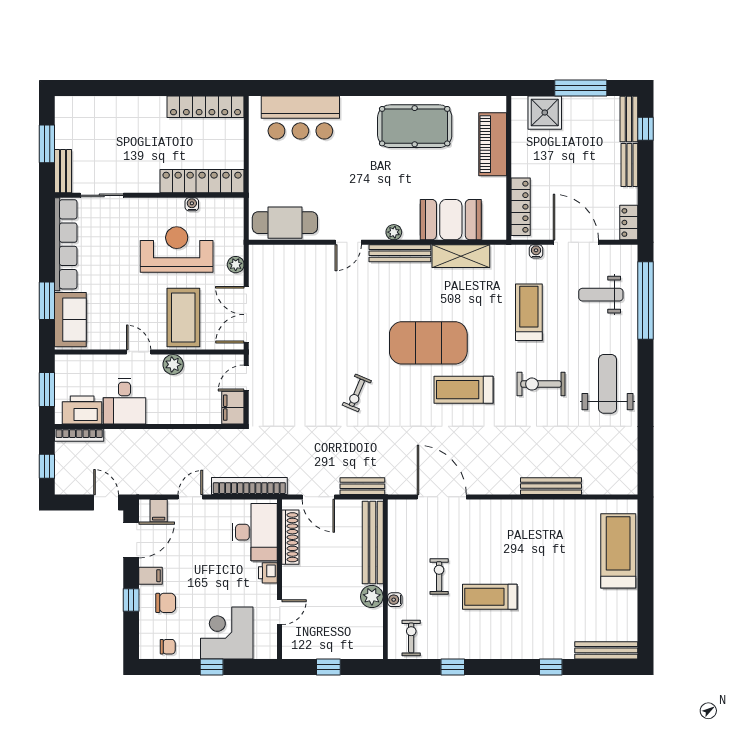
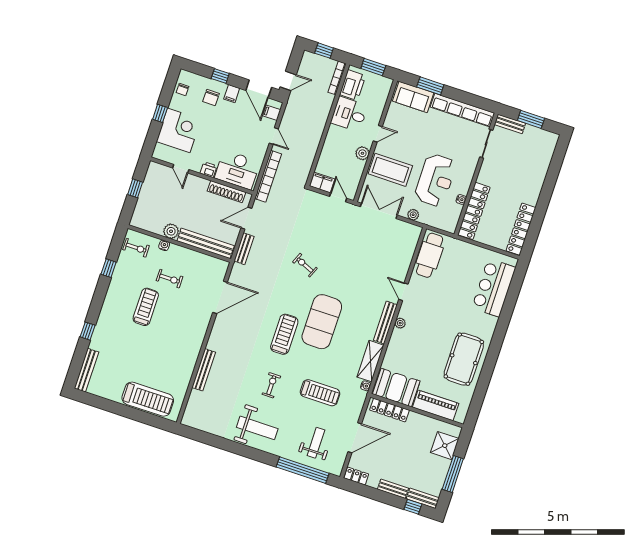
booth: (451, 220) -> (396, 388), moved, turned 90
water cooler: (536, 251) -> (366, 386), moved
exercise bike: (541, 384) -> (271, 385), width x0.73, depth x0.72

